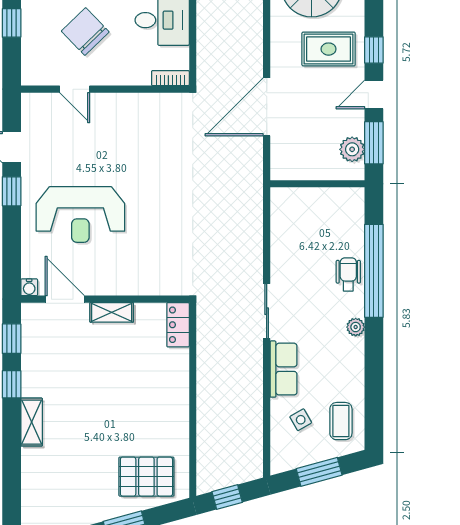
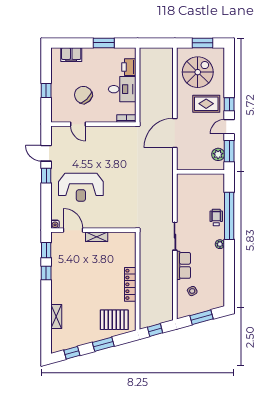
locker: (178, 325) -> (130, 284), moved, width x1.53
coffee table: (341, 421) -> (212, 292), removed
shelving: (32, 422) -> (56, 317), moved

